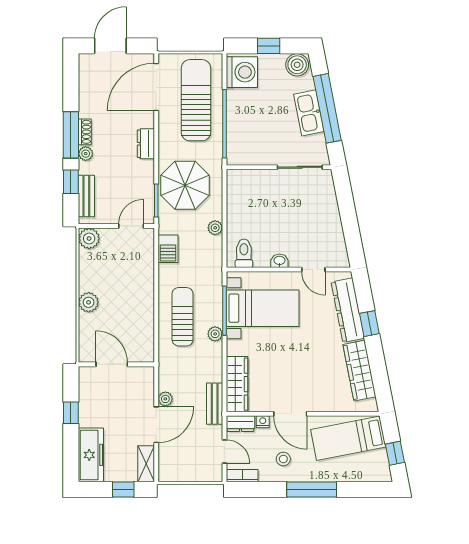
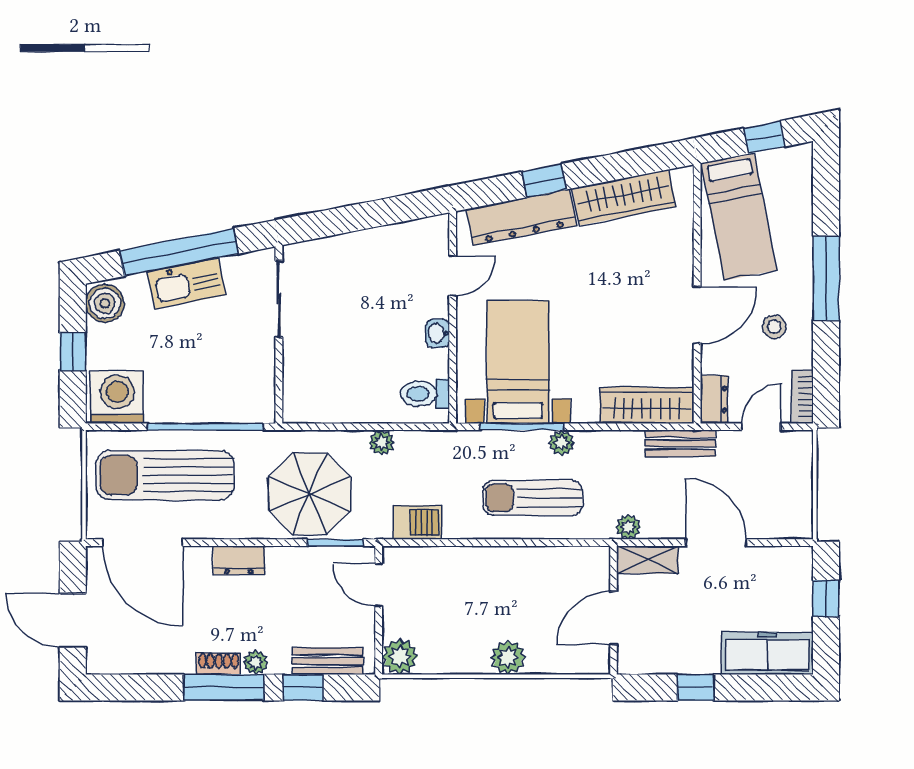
plant: (165, 399) -> (628, 527), moved
nightstand: (263, 422) -> (711, 362), removed
shelving: (146, 464) -> (648, 560), moved

